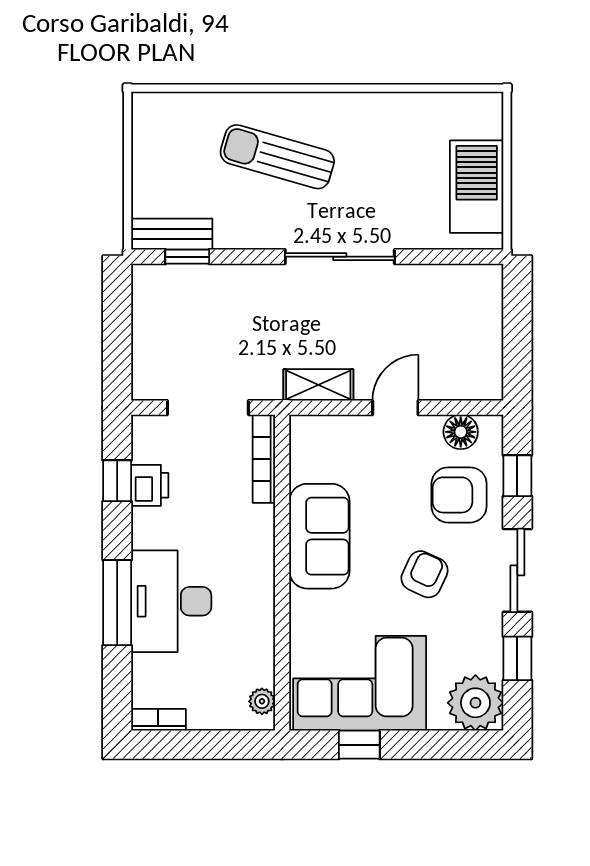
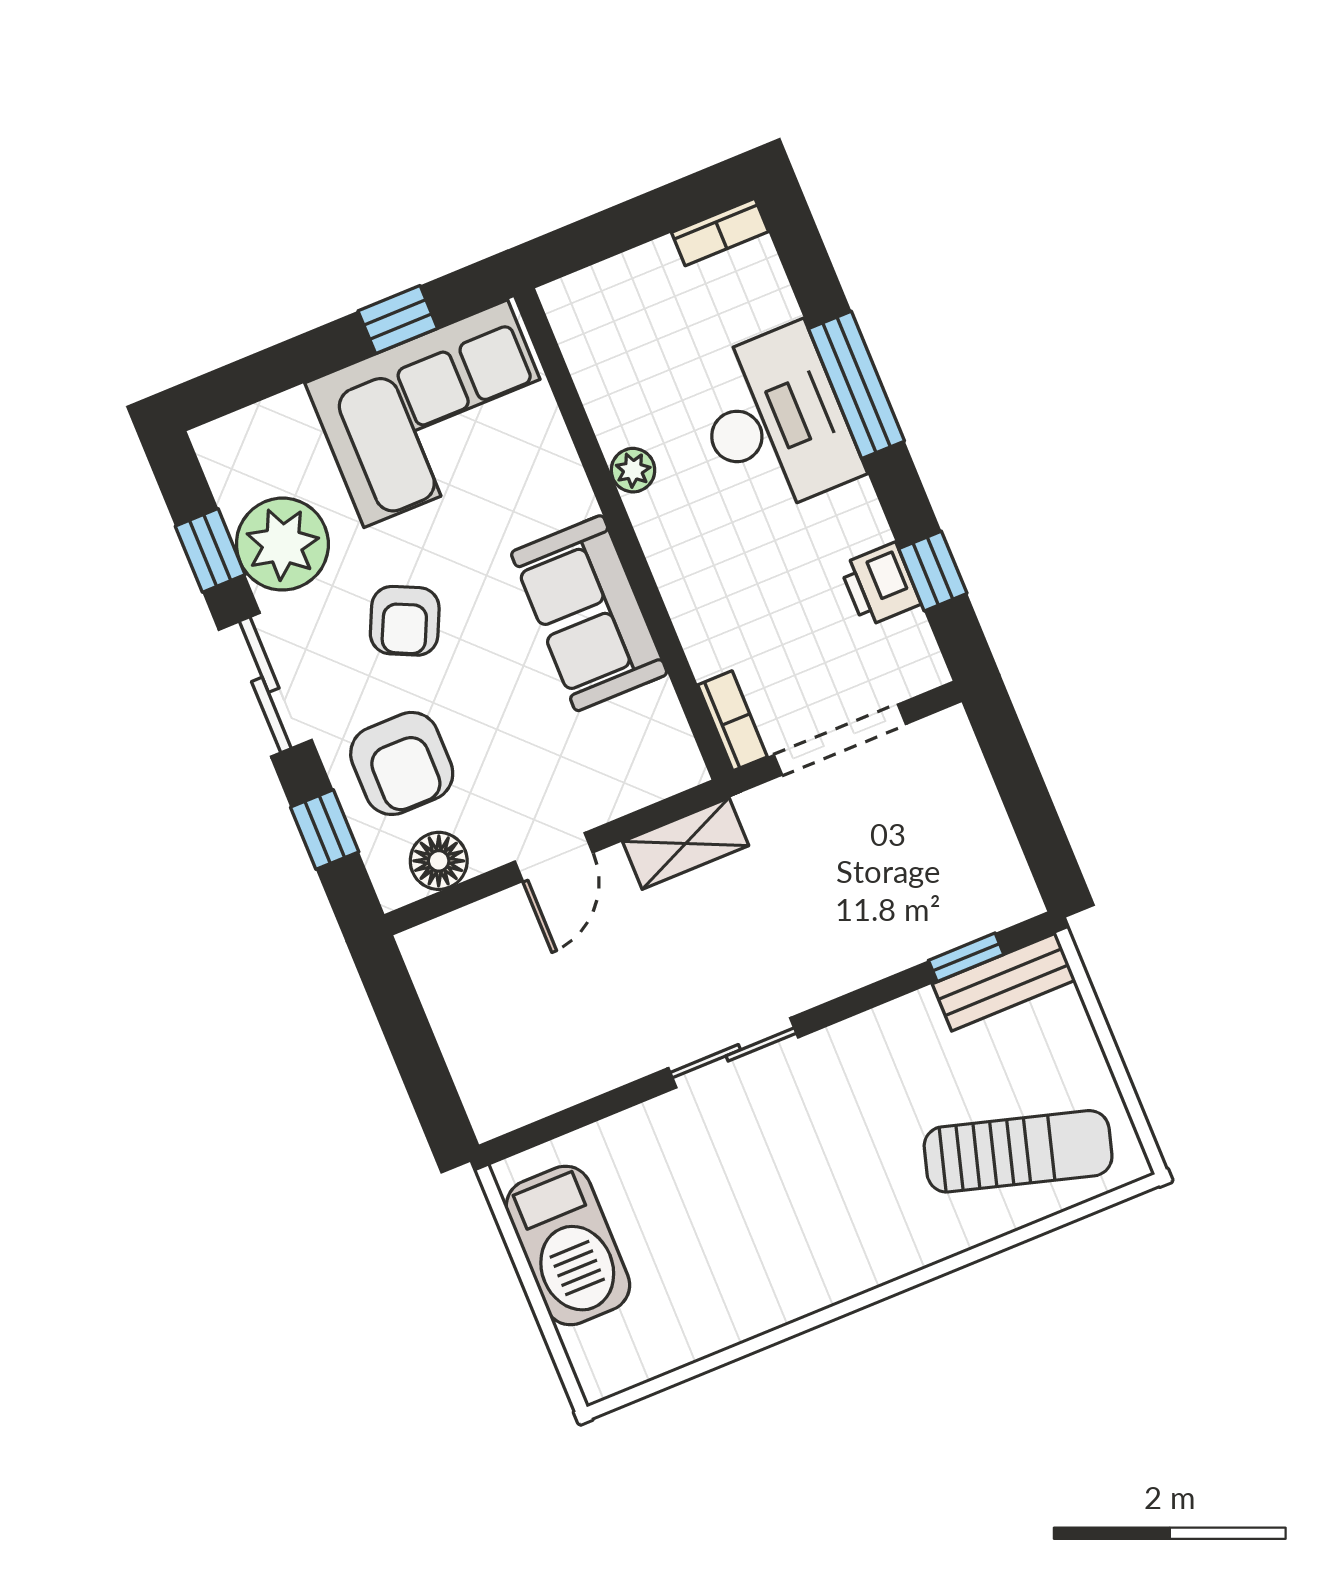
sun lounger: (277, 157) -> (1018, 1151), moved
sliding door: (340, 257) -> (733, 1053), width x0.73
bookcase: (264, 459) -> (733, 721), width x0.64
armchair: (459, 495) -> (402, 763), turned 90
plant: (262, 701) -> (633, 470), moved
plant: (475, 703) -> (282, 544), moved

